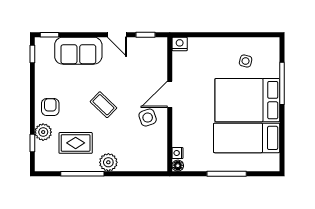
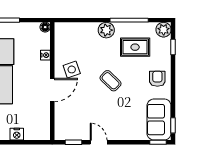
nightstand: (180, 44) -> (17, 134), moved
sofa: (78, 51) -> (159, 120), moved, turned -90
armchair: (50, 107) -> (157, 79), turned 180
plant: (43, 132) -> (164, 30), moved
nightstand: (178, 153) -> (45, 55), moved

